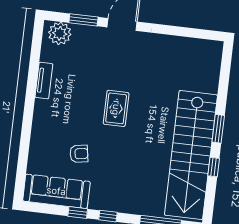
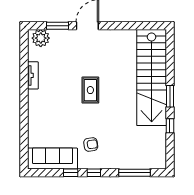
armchair: (79, 154) -> (91, 144), moved
stairs: (191, 155) -> (152, 78), moved

